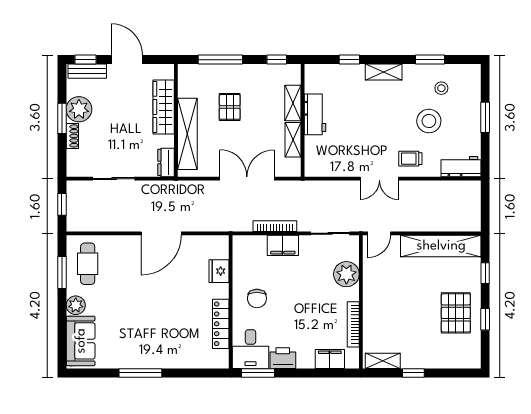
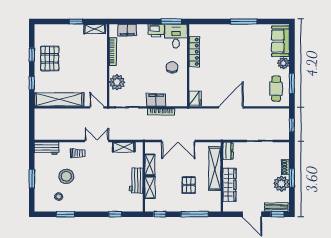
shelving: (384, 72) -> (124, 147), moved
door: (379, 233) -> (97, 107), hinge flipped
fridge: (219, 271) -> (195, 98), moved

